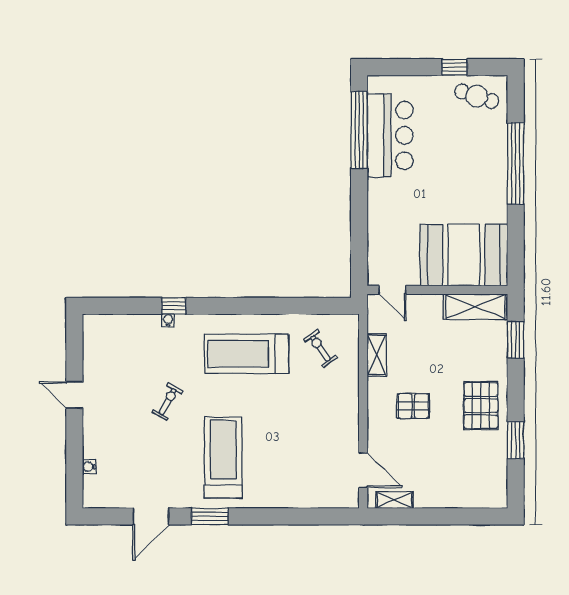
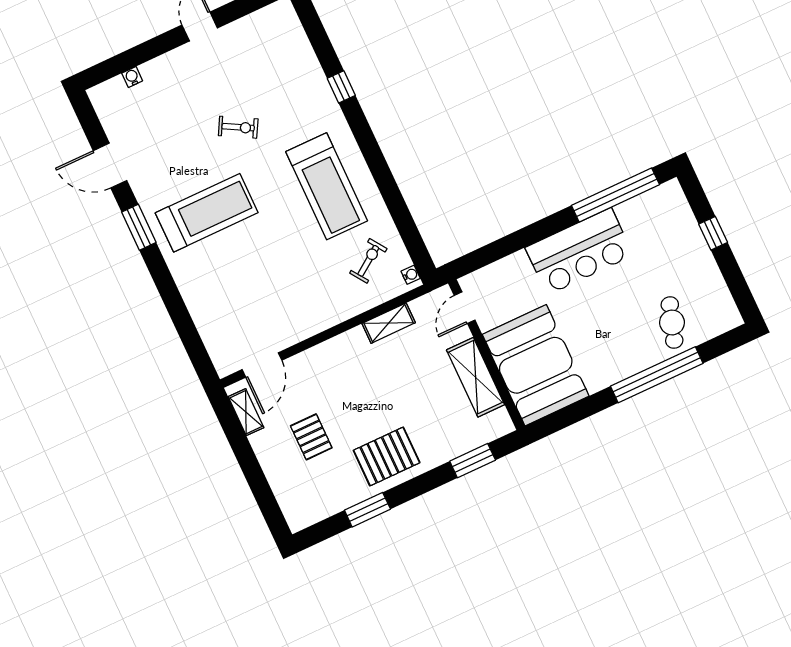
window: (455, 67) -> (713, 233), moved
cafe table: (477, 96) -> (672, 322), moved
bar counter: (390, 135) -> (579, 251), moved
shelving: (475, 307) -> (476, 377), moved
water cooler: (168, 320) -> (411, 275), moved
treadmill: (246, 354) -> (327, 186), turned 180
pallet: (413, 406) -> (311, 437), moved

